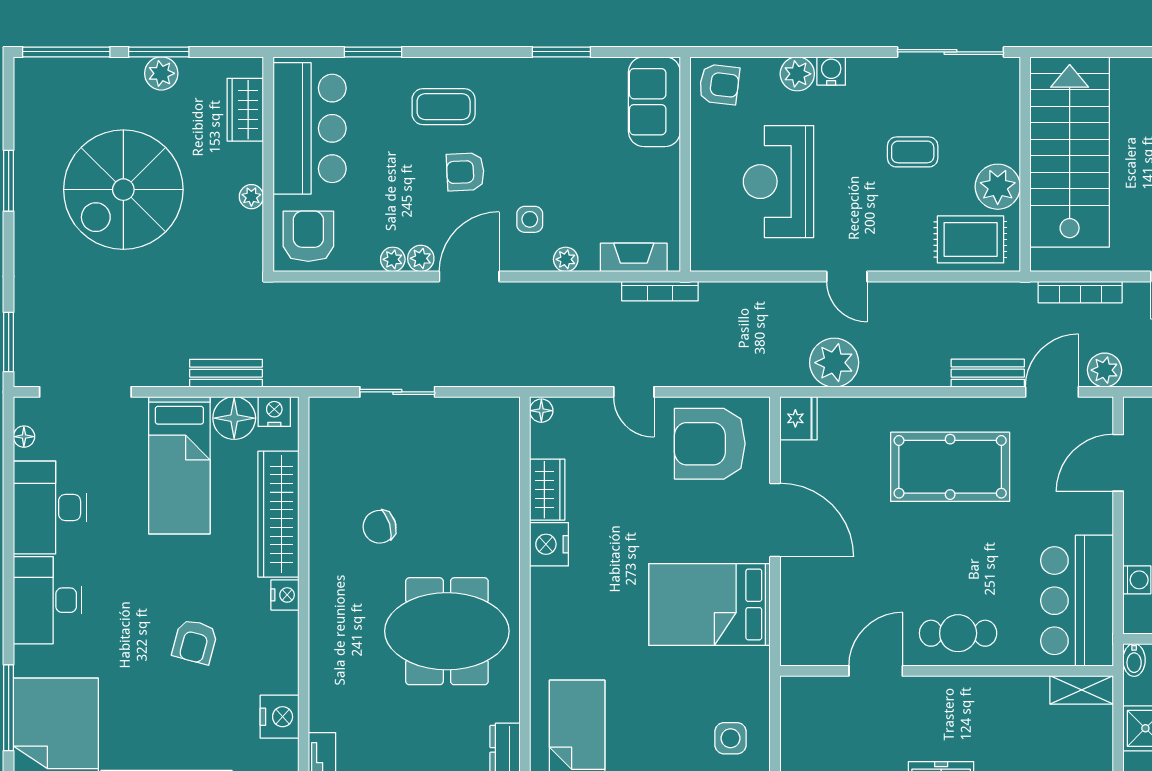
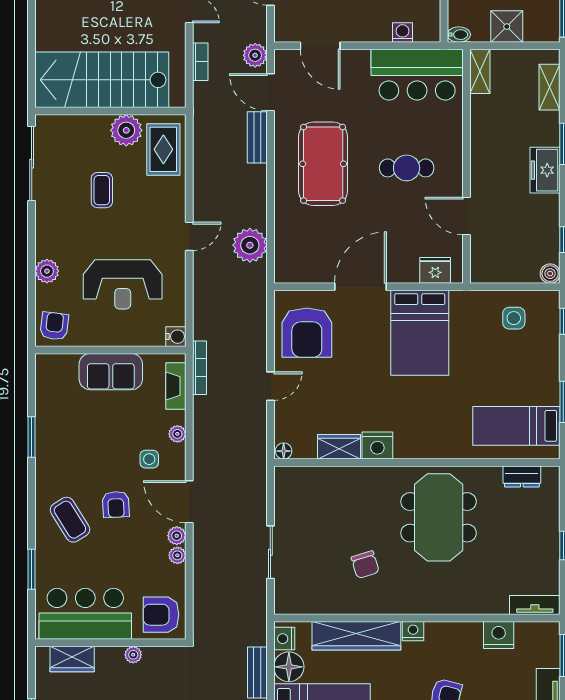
water cooler: (831, 71) -> (176, 337), moved, turned 180
sofa: (654, 102) -> (111, 372), moved
coffee table: (444, 107) -> (70, 520), turned -32
bookcase: (1080, 292) -> (200, 62), width x0.64
fridge: (798, 418) -> (435, 270), moved
cafe table: (958, 633) -> (407, 168), moved, turned 90

